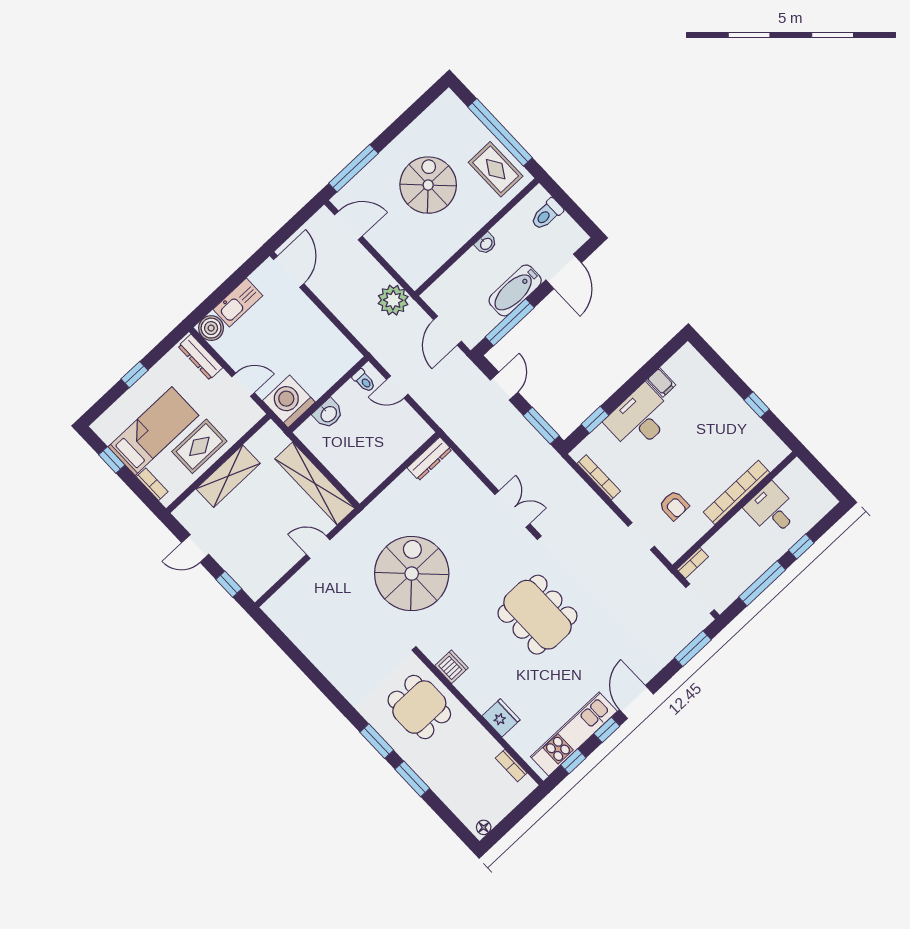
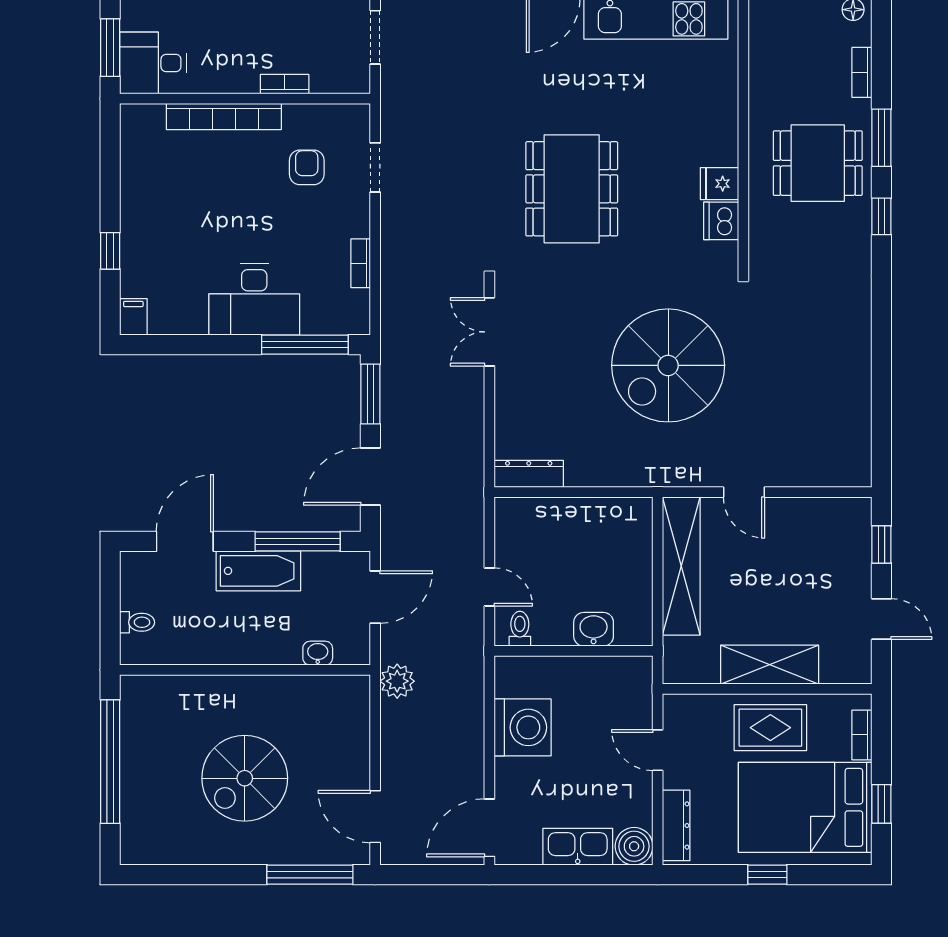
rug: (496, 169) -> (154, 725), removed
toilet: (547, 214) -> (137, 622), width x0.73, depth x0.72
washbasin: (486, 244) -> (318, 653), moved
plant: (393, 300) -> (397, 681), width x0.73, depth x0.73
filing cabinet: (661, 382) -> (133, 317), moved
door: (504, 386) -> (370, 477), width x1.38
washing machine: (289, 401) -> (523, 727), moved, turned -90
window: (757, 405) -> (110, 251), moved
window: (595, 420) -> (305, 345), width x2.17
bed: (153, 431) -> (805, 807), width x1.50
window: (822, 474) -> (110, 48), added
bookcase: (599, 477) -> (361, 263), width x0.64
desk: (772, 510) -> (153, 63), moved, turned 90
bookcase: (693, 563) -> (285, 84), moved
dining table: (419, 707) -> (818, 163), moved, turned 90
fridge: (501, 718) -> (719, 184), moved, width x0.72
window: (377, 741) -> (881, 216), width x0.67
bookcase: (511, 766) -> (862, 72), moved, turned 180

